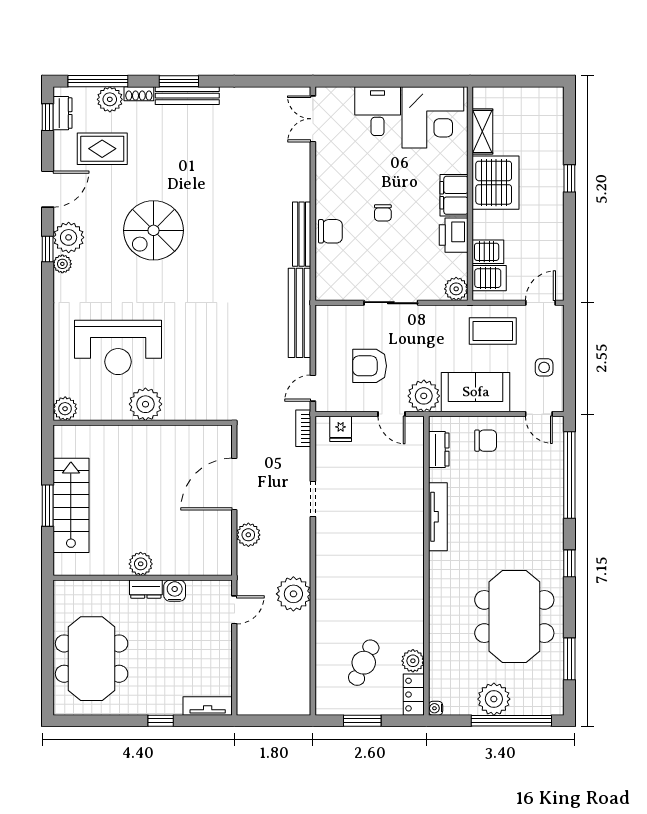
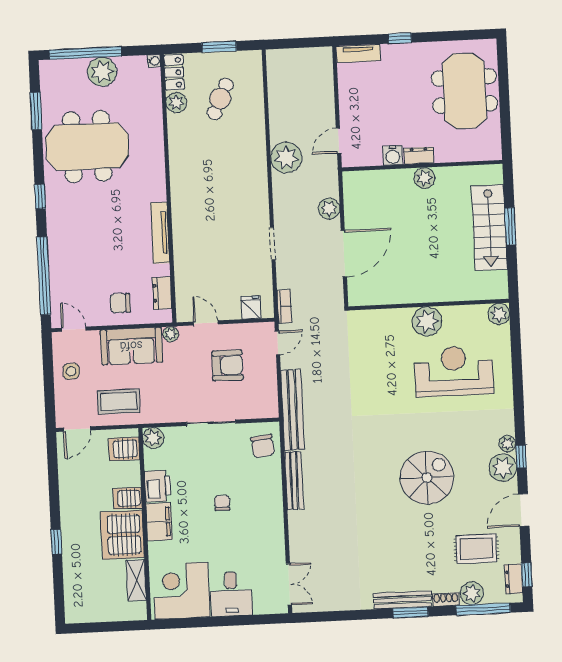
chair: (330, 231) -> (263, 446), moved, turned -97
server rack: (488, 252) -> (127, 498), moved
plant: (424, 396) -> (171, 334), width x0.53, depth x0.53
meeting table: (514, 616) -> (87, 147), turned 90

